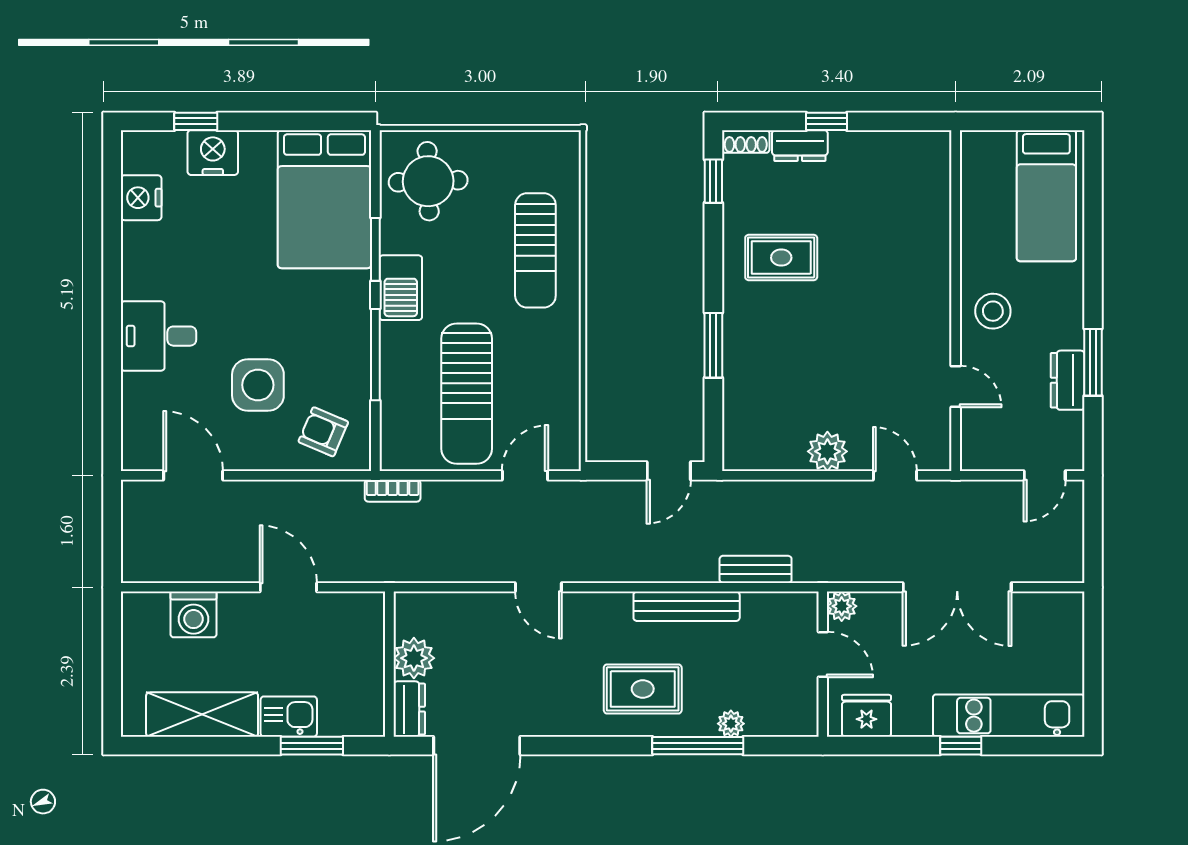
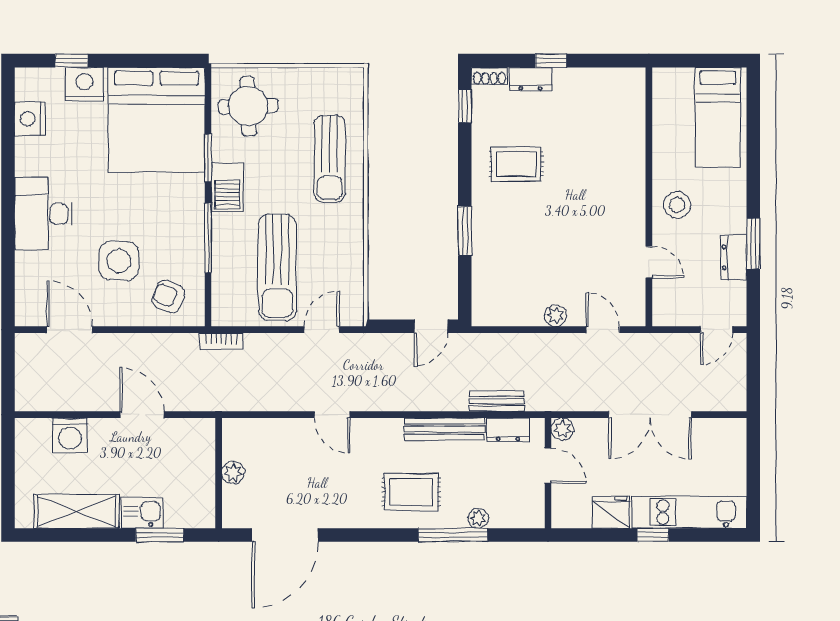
bed: (324, 199) -> (157, 120), width x1.36
desk: (158, 336) -> (43, 214), width x1.37
plant: (827, 451) -> (556, 316), width x0.73, depth x0.73
plant: (414, 658) -> (233, 473), width x0.73, depth x0.73
dresser: (409, 709) -> (508, 430), moved, turned 90
fridge: (866, 716) -> (611, 512), moved

